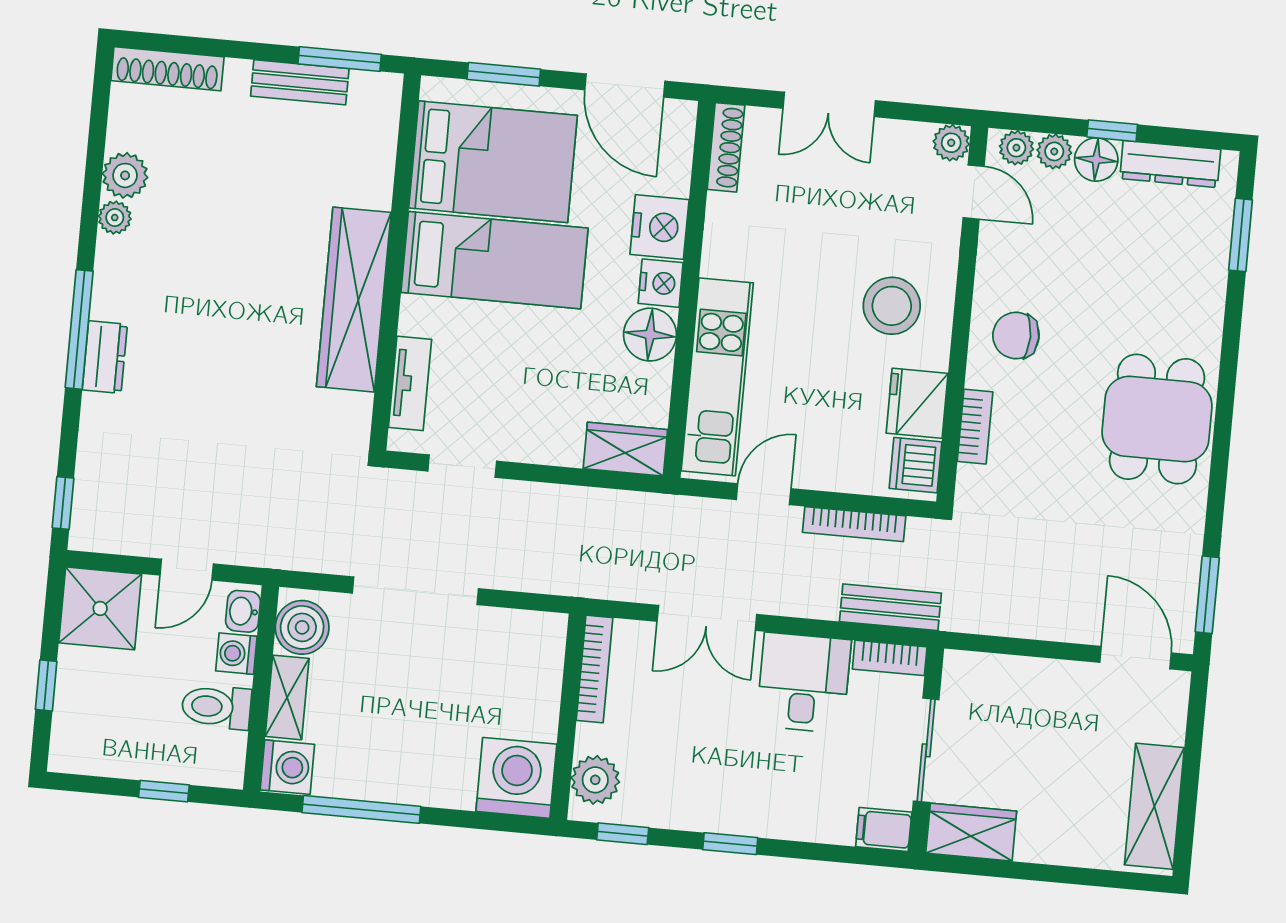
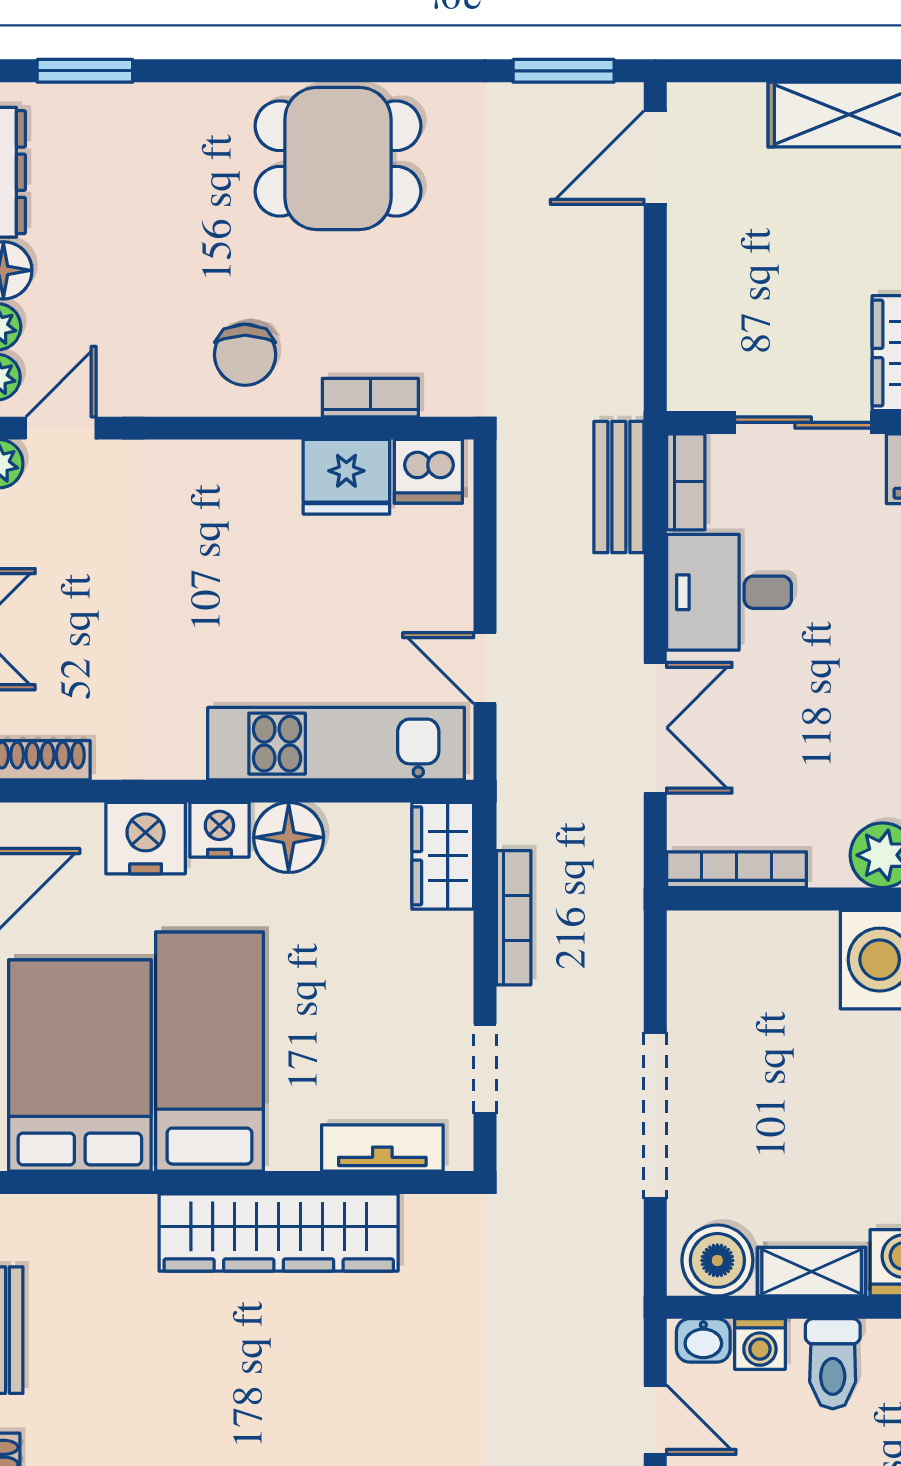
stool: (892, 306) -> (221, 522), removed
bookcase: (854, 524) -> (514, 918), moved

